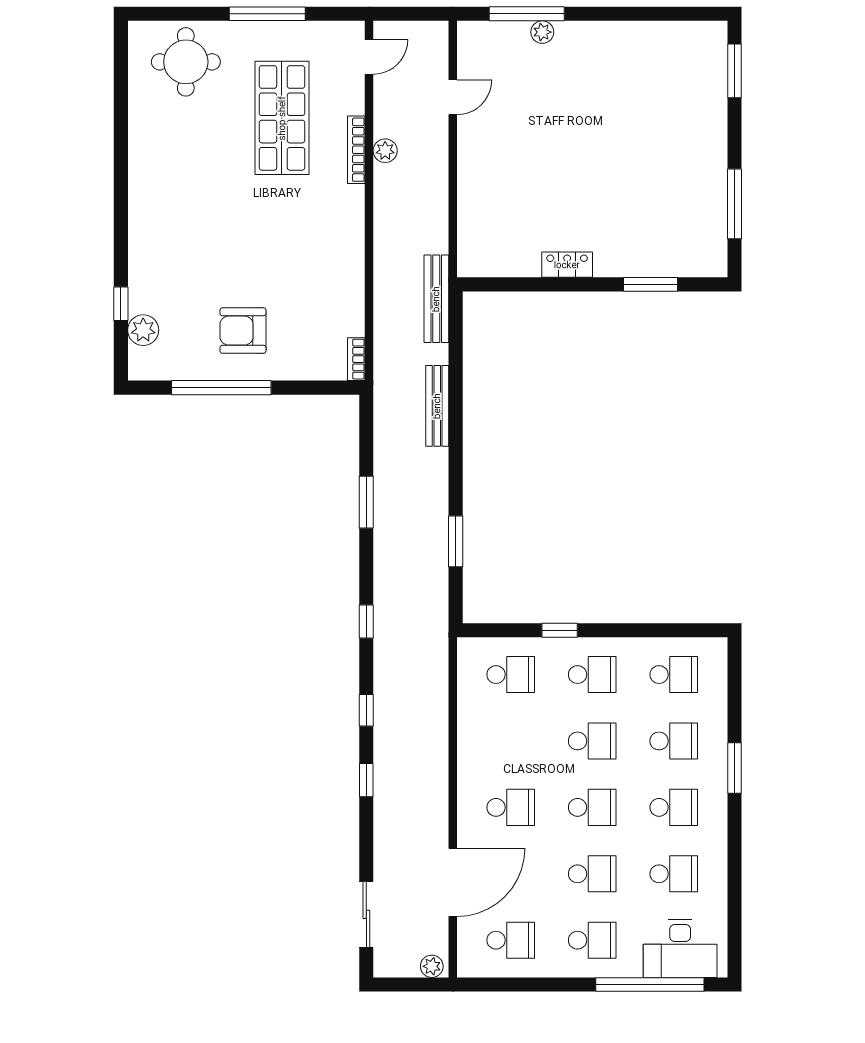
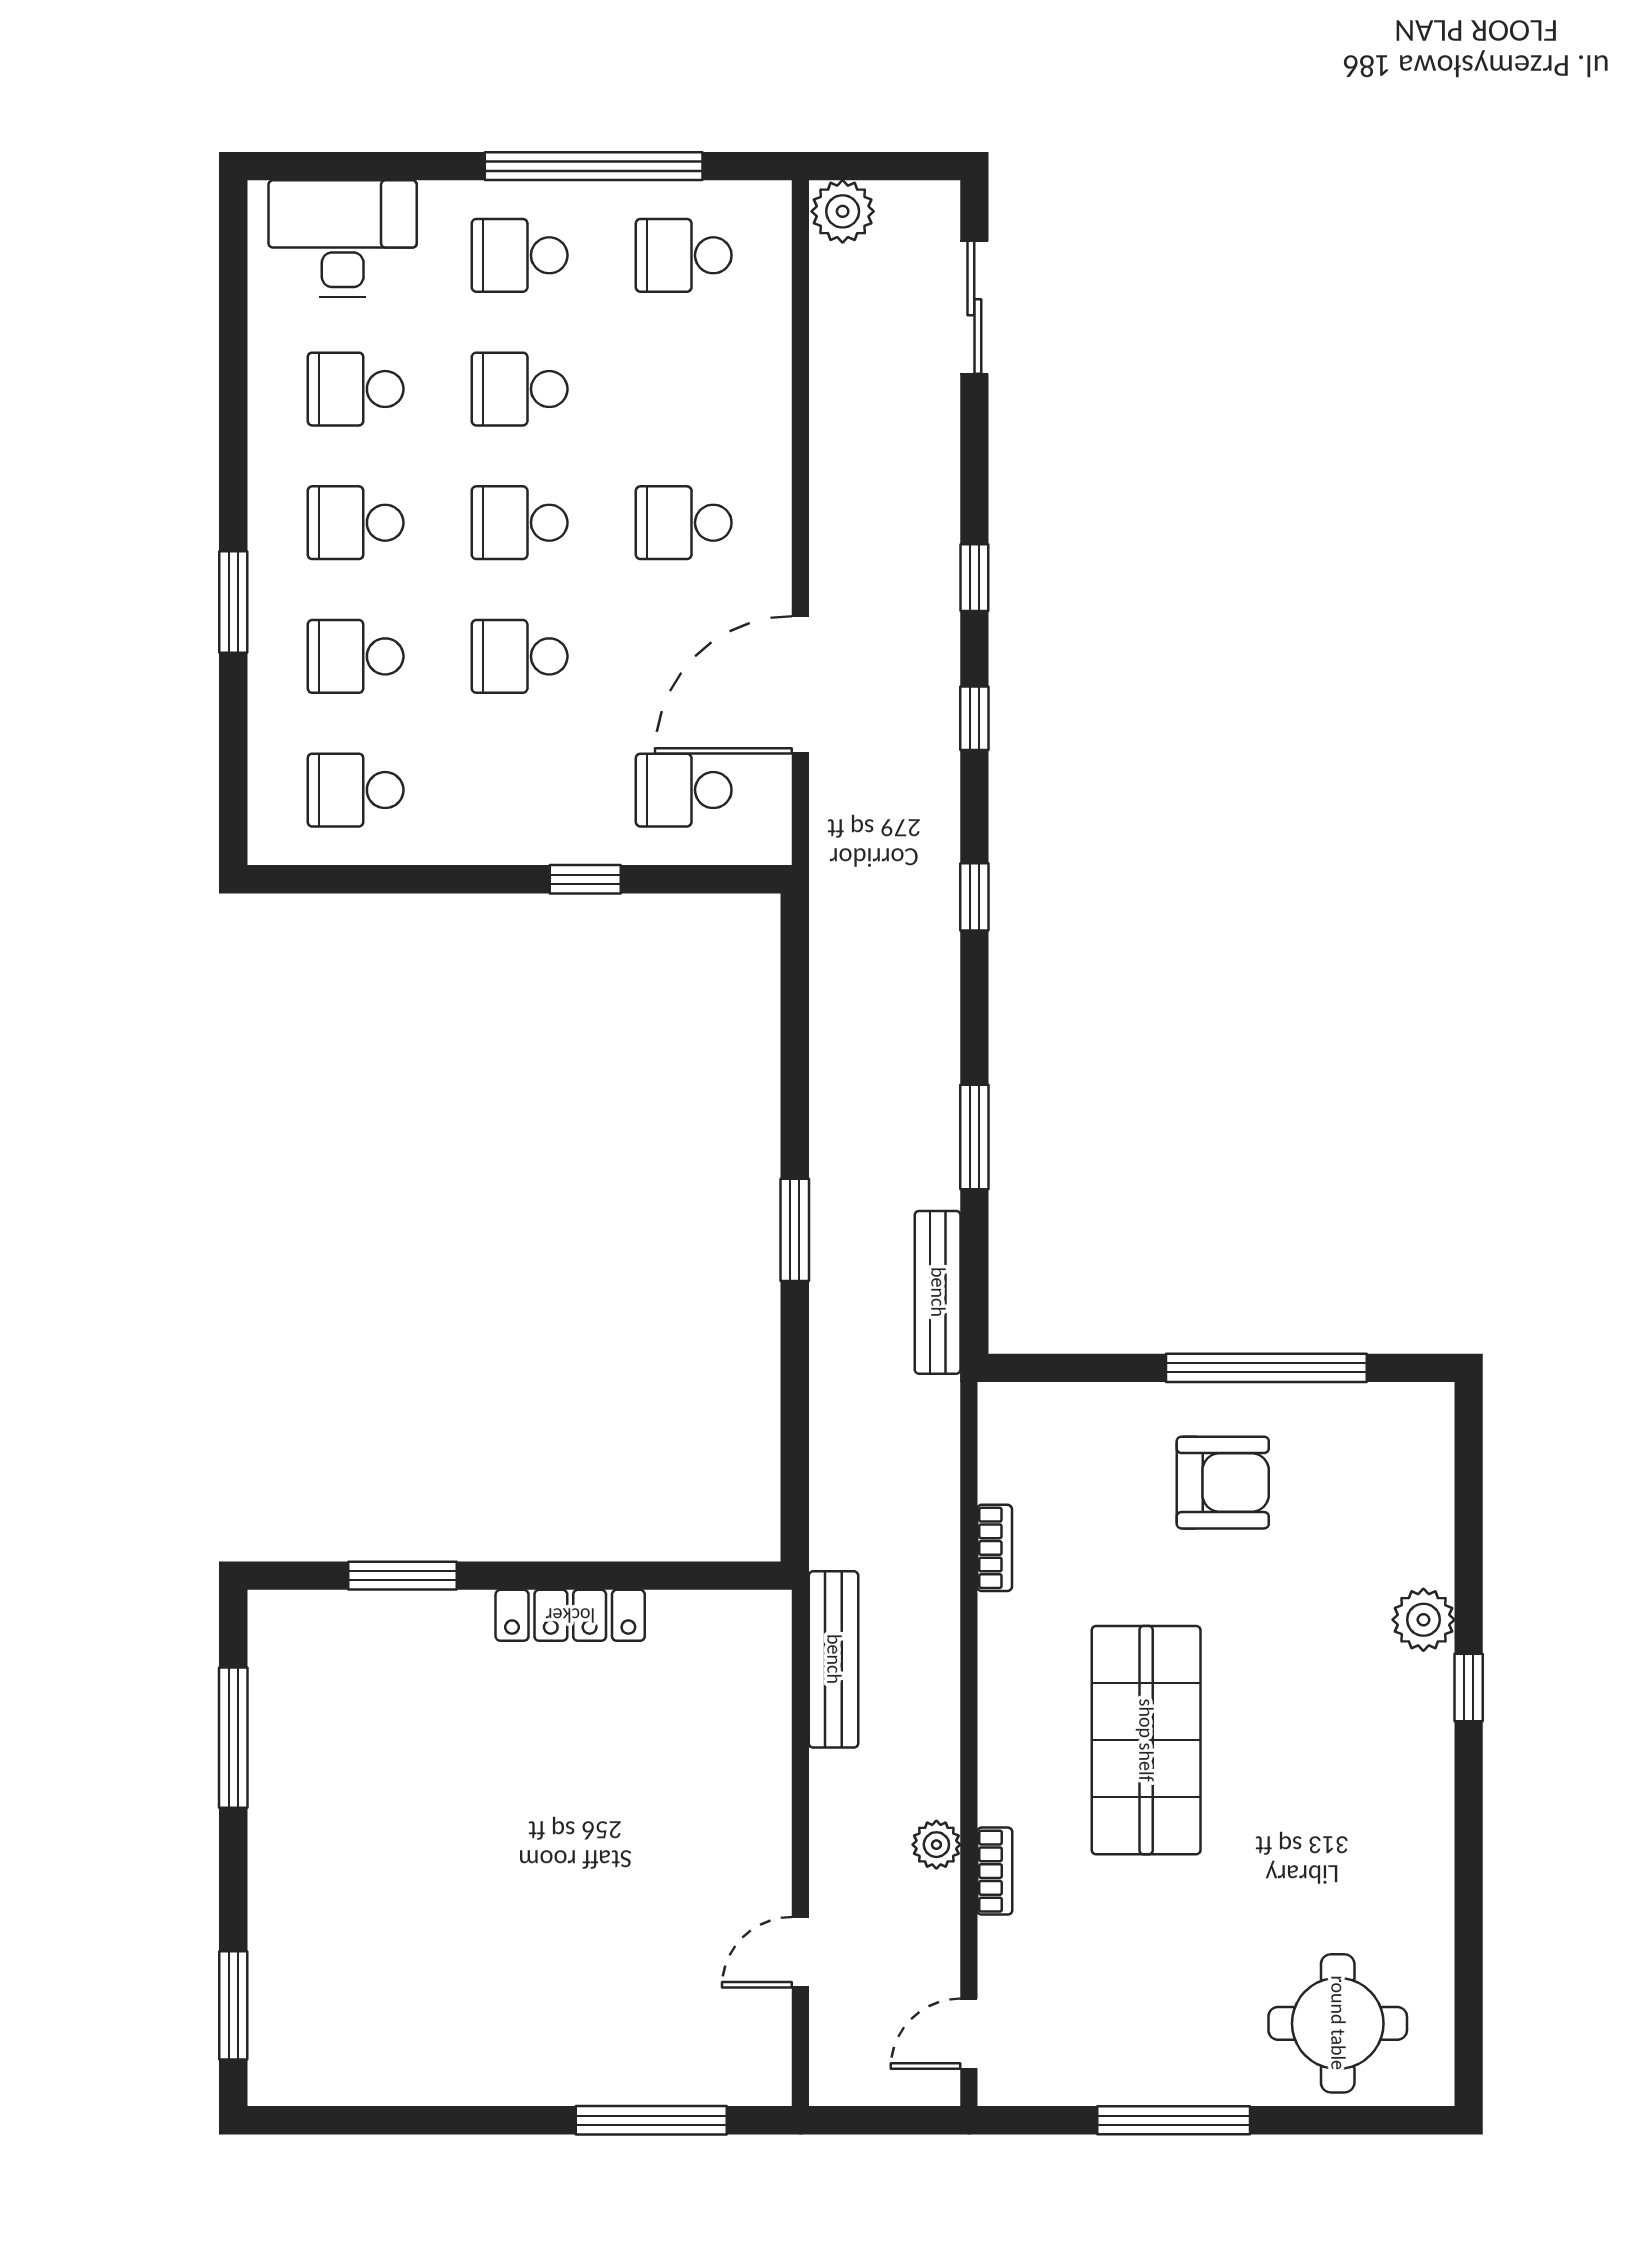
plant: (542, 32) -> (620, 2083), removed
shop shelf: (282, 118) -> (1146, 1740), moved
bookcase: (356, 150) -> (995, 1871), width x0.64
locker: (567, 265) -> (570, 1615), width x1.53
bench: (436, 299) -> (834, 1659), moved
window: (121, 304) -> (1469, 1688), moved
plant: (143, 330) -> (1423, 1620), moved
bookcase: (356, 359) -> (995, 1548), moved
bench: (437, 406) -> (938, 1292), moved
window: (456, 541) -> (795, 1230), moved
school desk: (592, 675) -> (520, 790), removed
door: (453, 882) -> (800, 685), moved
plant: (432, 966) -> (843, 211), width x1.38, depth x1.38
window: (650, 985) -> (594, 166), moved

